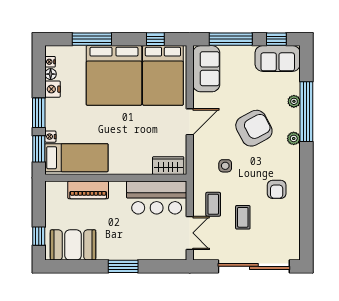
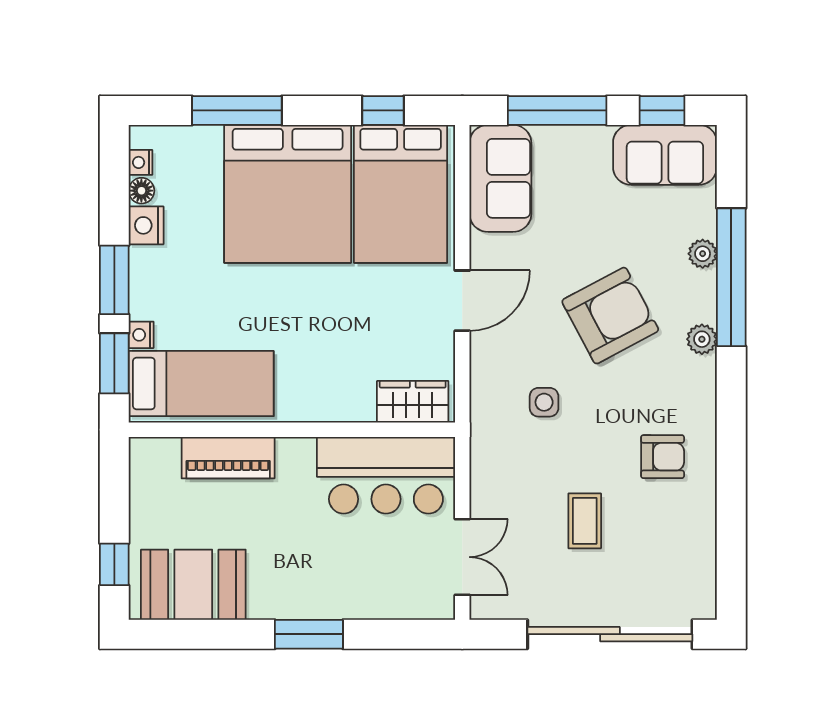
armchair: (277, 189) -> (663, 457), turned -90
coffee table: (213, 204) -> (516, 491), removed

